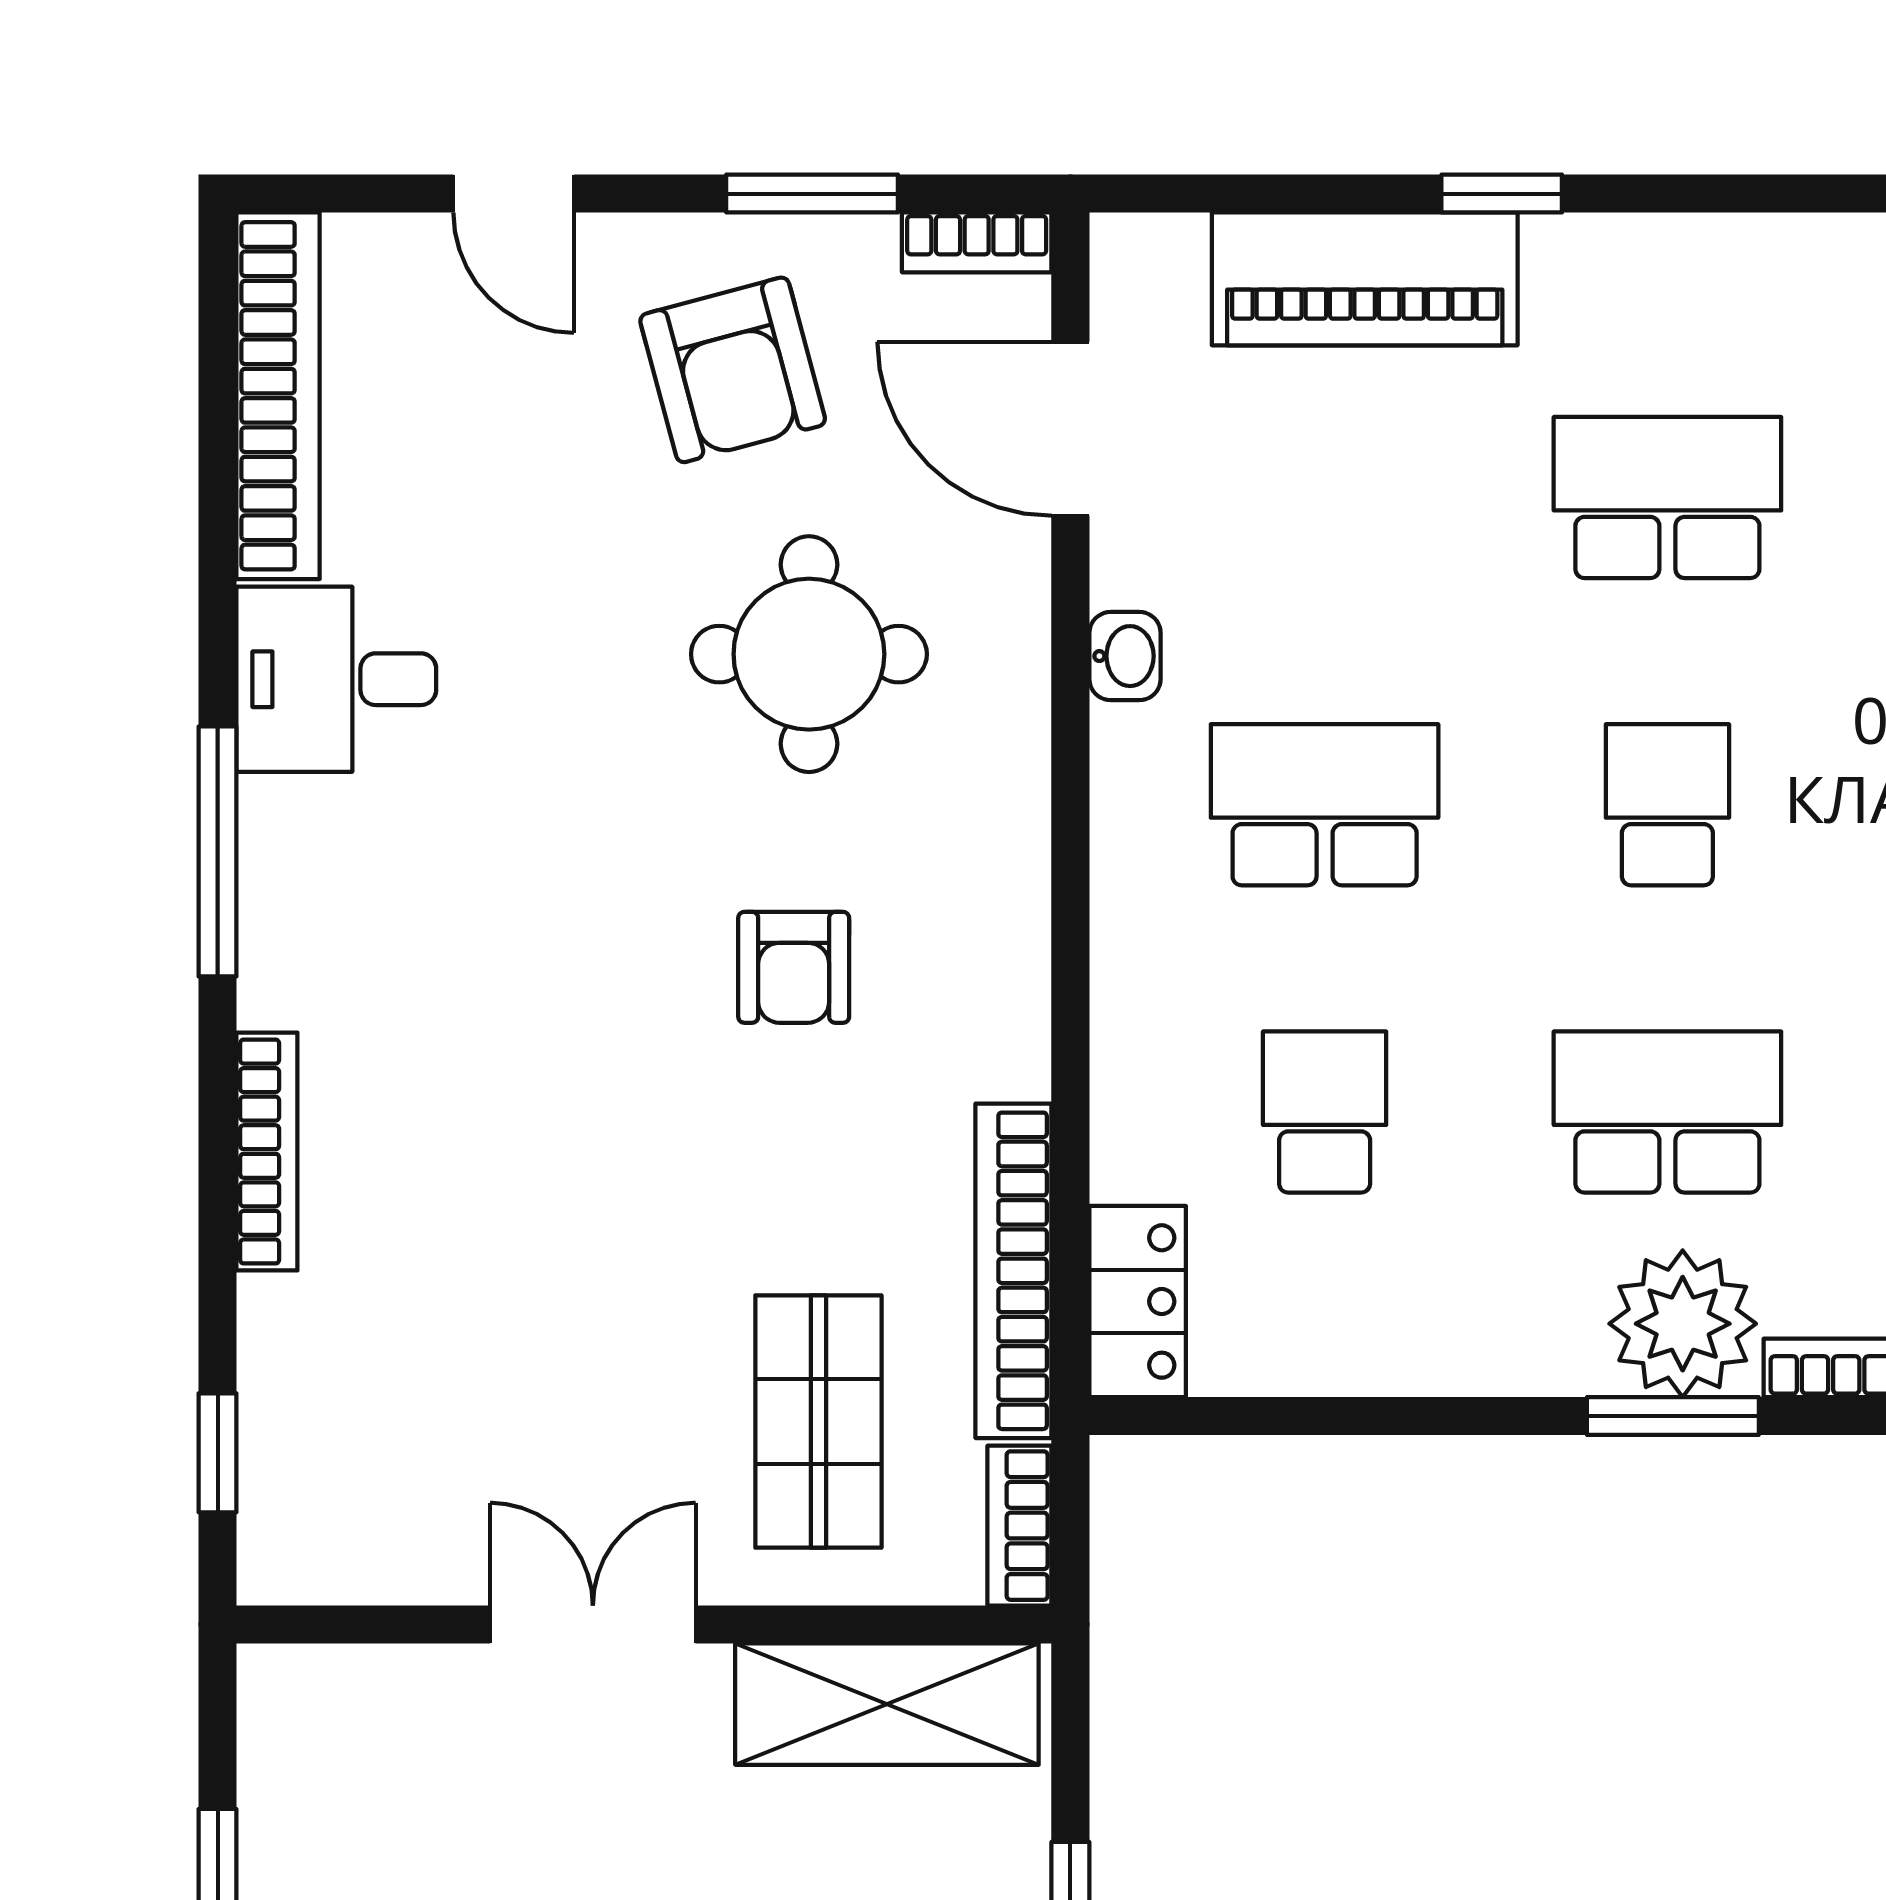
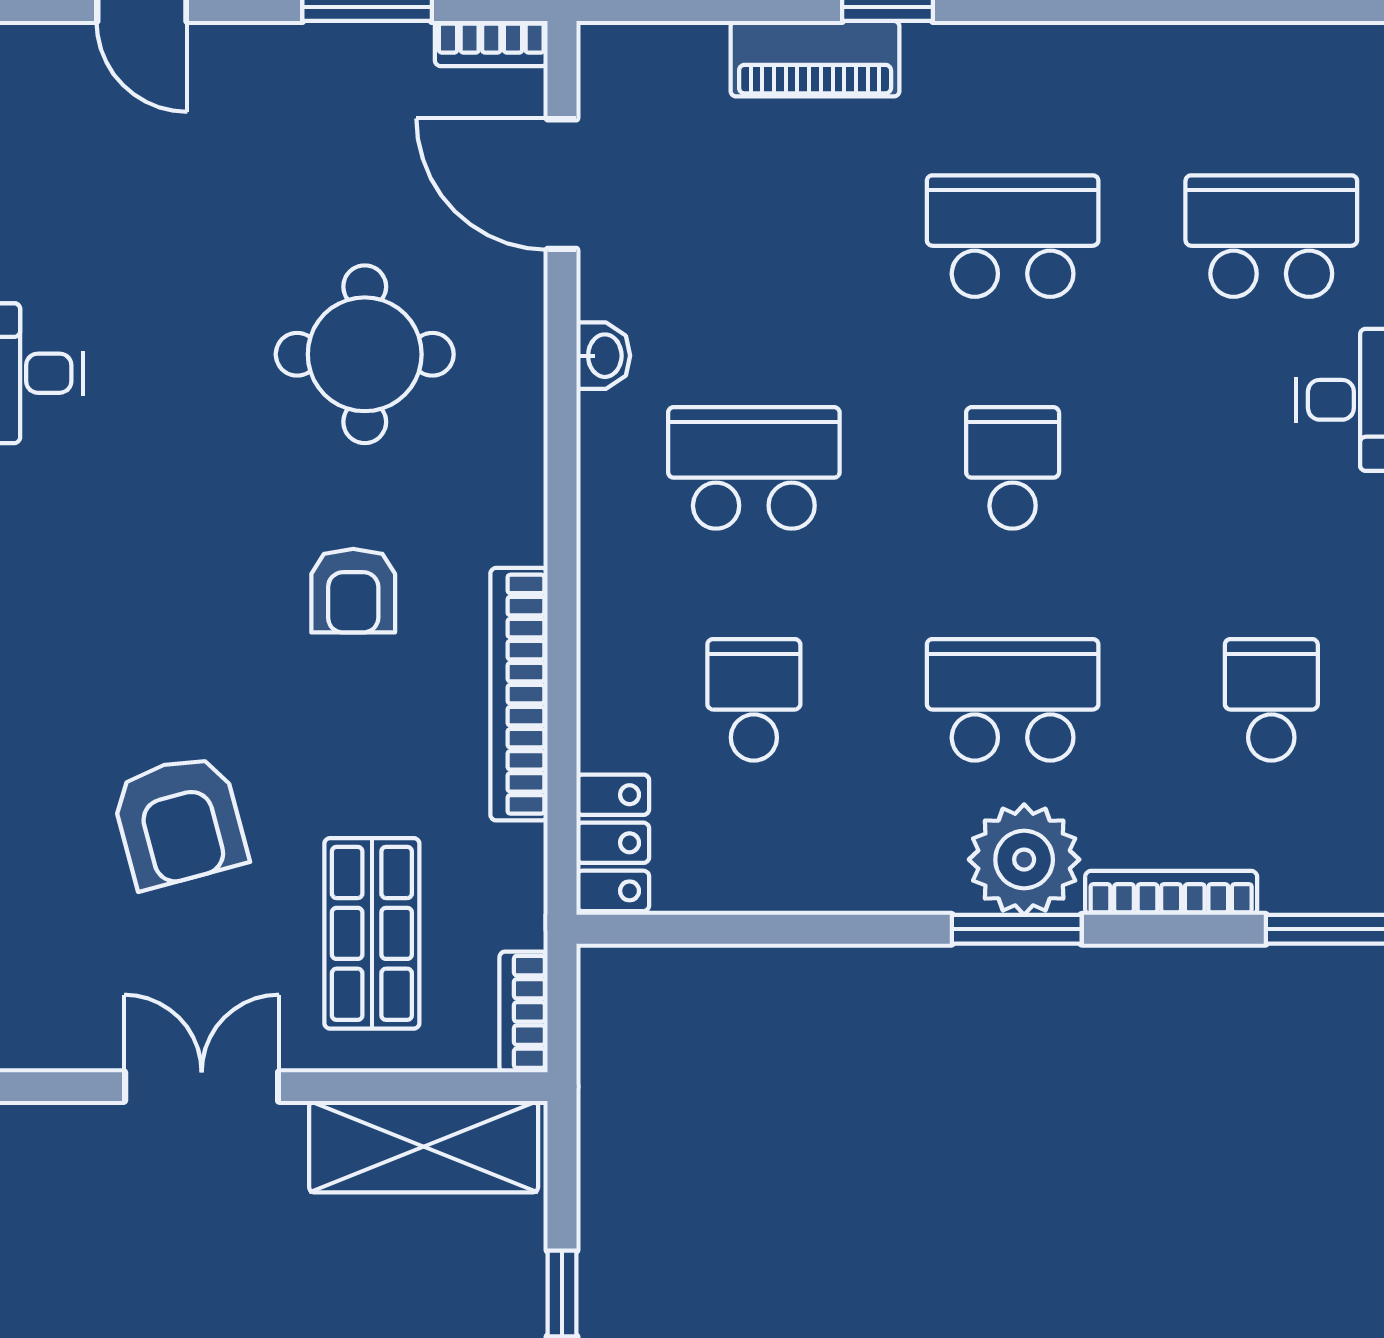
piano: (1365, 279) -> (815, 59), width x0.73, depth x0.75
armchair: (733, 370) -> (179, 821), moved
bookcase: (1013, 1271) -> (519, 694), moved

